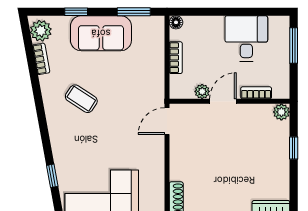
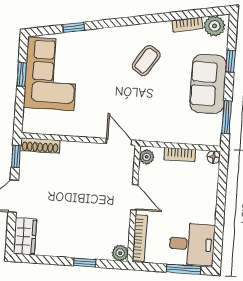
desk: (246, 39) -> (192, 244), moved
plant: (202, 91) -> (147, 157), moved
bookcase: (256, 93) -> (140, 238), width x1.56

